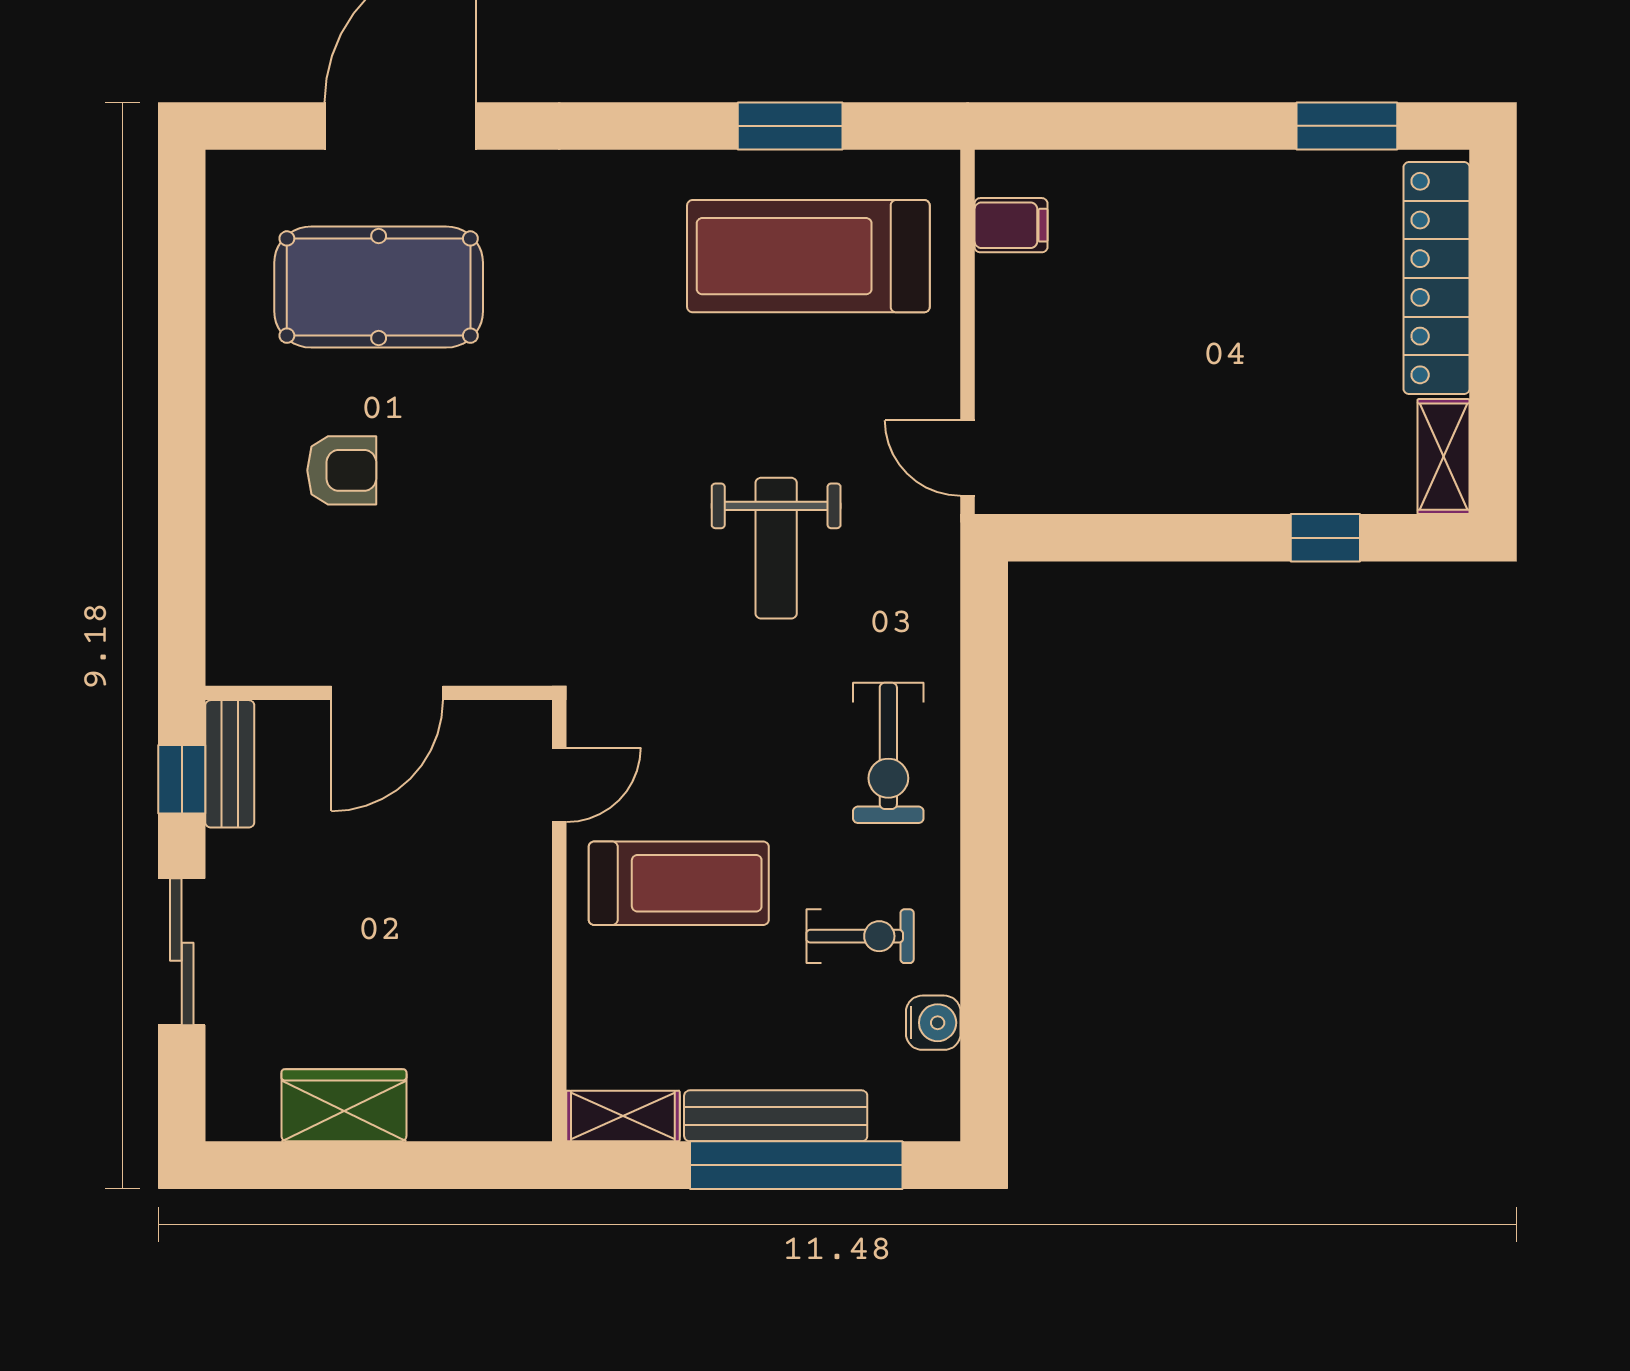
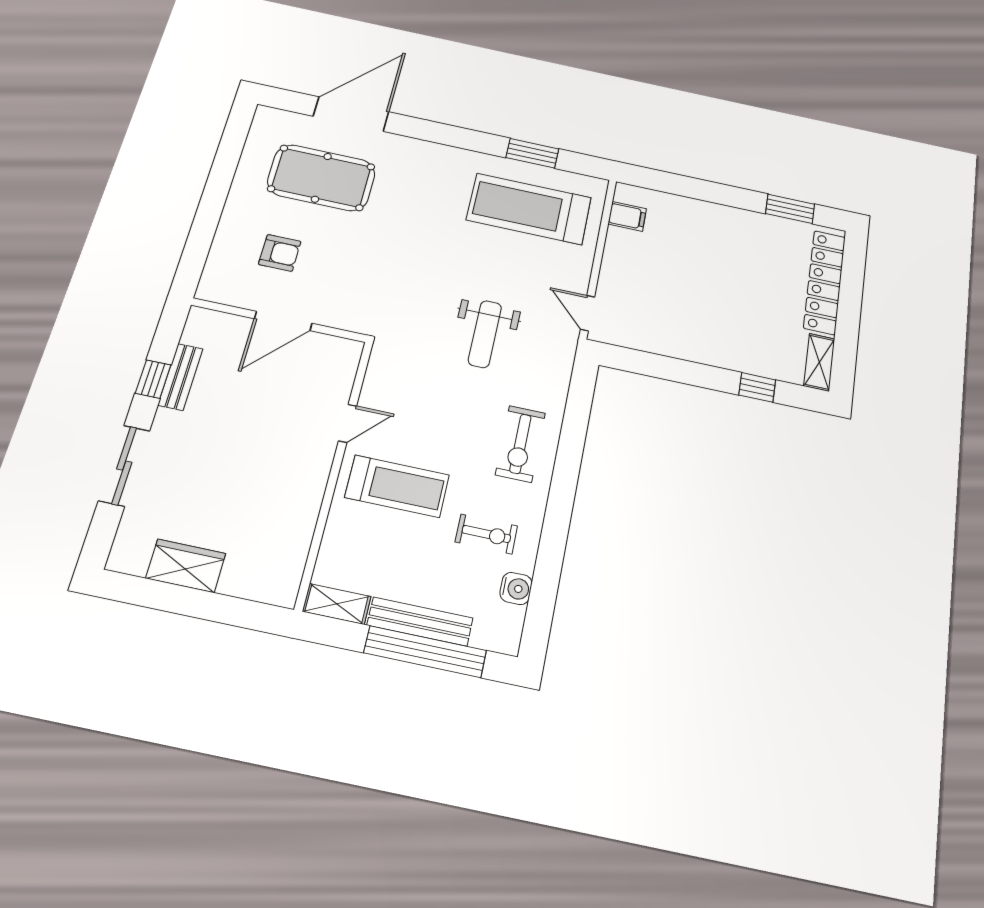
wall: (379, 693) -> (279, 320), moved
door: (387, 693) -> (283, 321), moved

